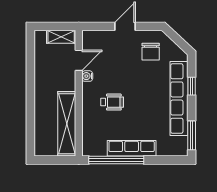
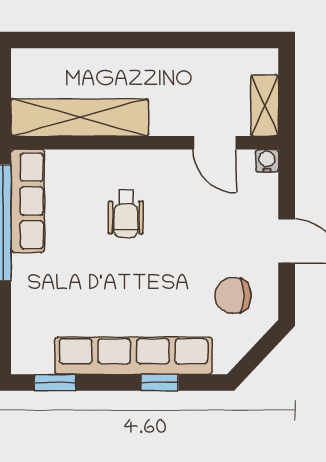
water cooler: (87, 76) -> (267, 161), moved
window: (192, 135) -> (55, 382), width x0.67
row of seats: (132, 148) -> (28, 201), moved

